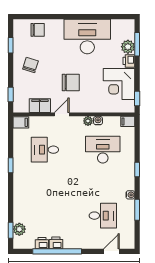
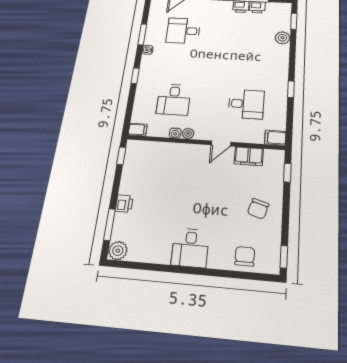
chair: (38, 30) -> (245, 256), turned 90
desk: (87, 37) -> (190, 248), width x0.53, depth x0.77
window: (11, 45) -> (284, 257), moved
plant: (128, 47) -> (118, 251), moved
chair: (71, 82) -> (205, 182), removed
corner desk: (119, 84) -> (142, 175), removed
desk: (103, 150) -> (174, 100), width x0.73
plant: (19, 229) -> (282, 38), moved

